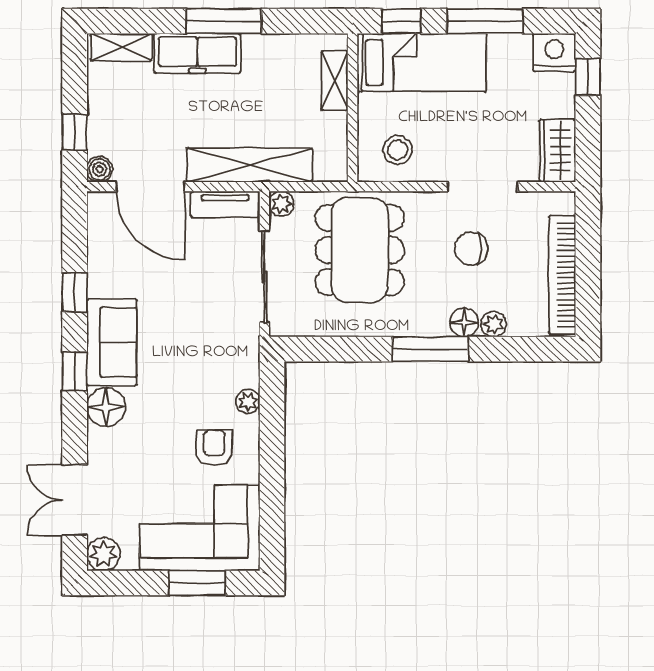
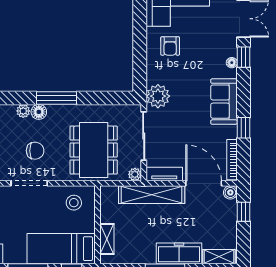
bookcase: (97, 232) -> (232, 160), added
window: (75, 371) -> (244, 57), moved
plant: (248, 401) -> (158, 96), moved, width x1.88, depth x1.88
floor lamp: (106, 407) -> (232, 63), width x0.53, depth x0.53

